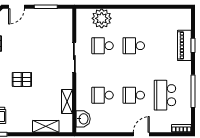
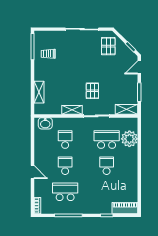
door: (16, 7) -> (139, 67), hinge flipped
shelving: (67, 22) -> (127, 109), added
piano: (184, 45) -> (125, 208), moved
school desk: (103, 46) -> (107, 140), width x1.85
pallet: (22, 79) -> (92, 91), moved
shelving: (67, 102) -> (72, 110), moved

